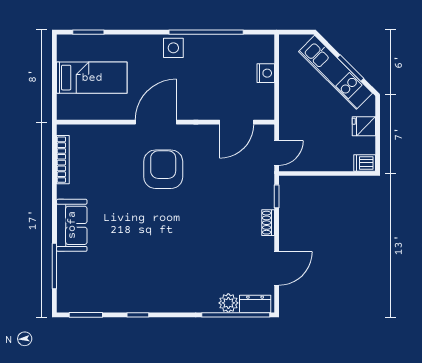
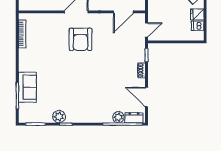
dishwasher: (365, 163) -> (198, 26), moved
armchair: (163, 169) -> (81, 39), turned 180
sofa: (72, 225) -> (27, 87), moved
door: (277, 268) -> (146, 97), swing flipped
plant: (126, 302) -> (59, 117), added

